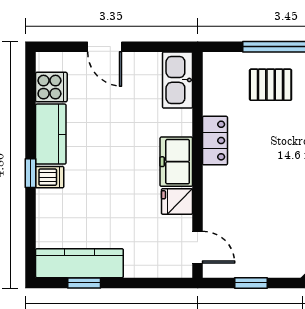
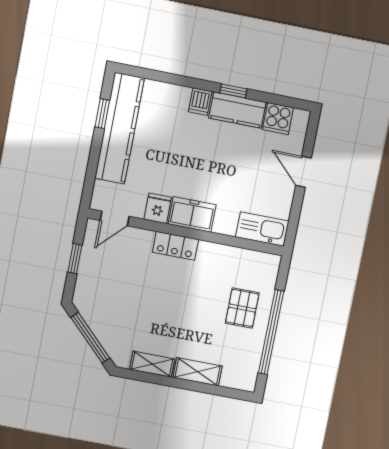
door: (105, 47) -> (303, 172), hinge flipped
locker: (215, 141) -> (175, 246), moved
window: (31, 173) -> (233, 91), moved
kitchen counter: (79, 263) -> (119, 128), width x1.39, depth x1.17

